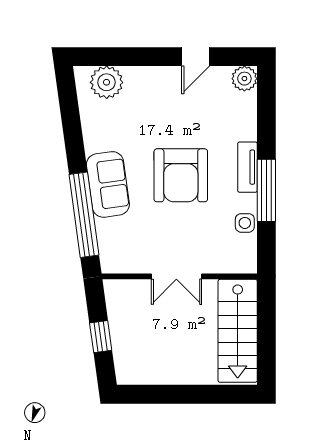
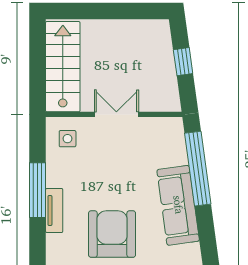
armchair: (181, 175) -> (112, 234), moved
sofa: (108, 184) -> (178, 205), width x1.36
side table: (245, 223) -> (68, 139), moved

